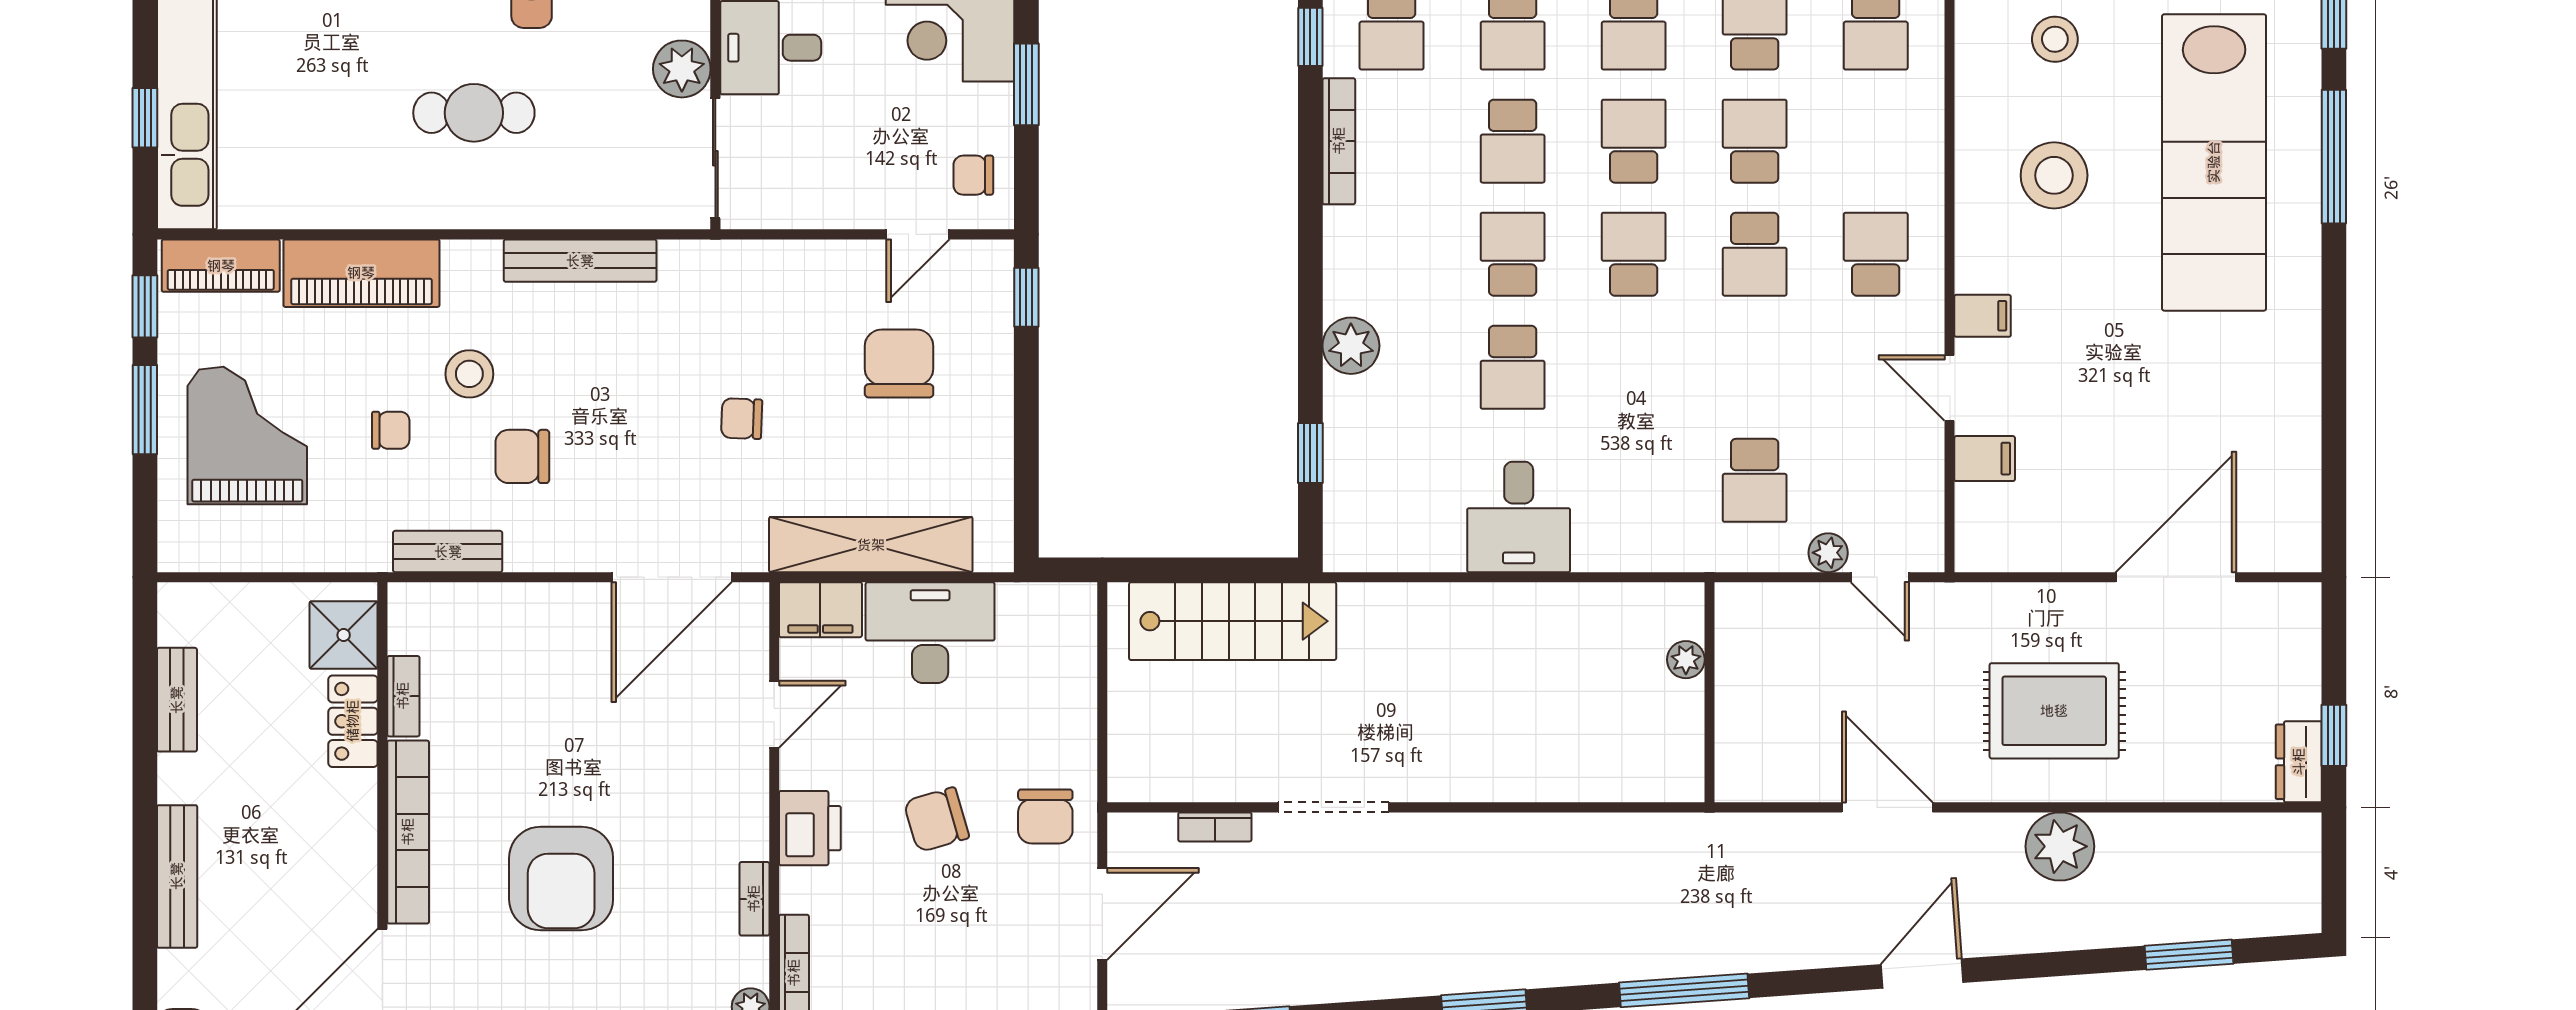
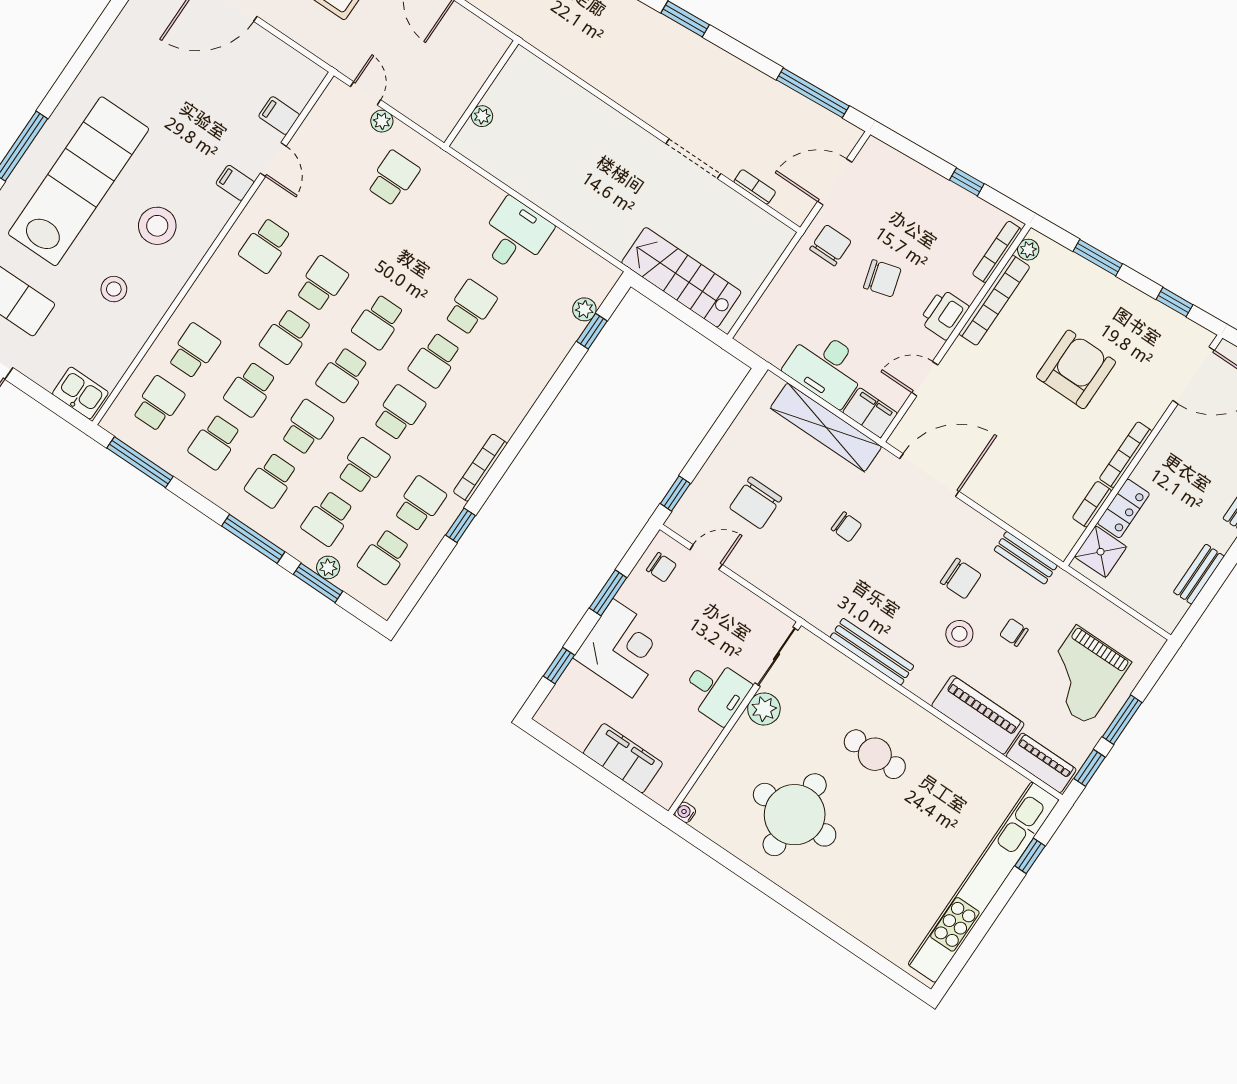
plant: (1351, 346) -> (584, 309), moved, width x0.73, depth x0.73
bookcase: (408, 832) -> (1126, 455), width x0.68, depth x0.76
bookcase: (754, 899) -> (994, 300), width x2.31, depth x1.31

